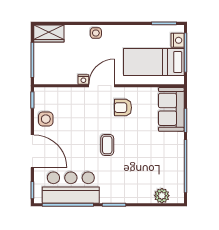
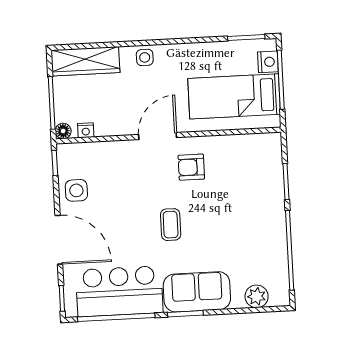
wardrobe: (49, 33) -> (85, 61), width x1.50
floor lamp: (39, 79) -> (63, 131), added
nightstand: (83, 79) -> (86, 130), moved
sofa: (171, 109) -> (197, 292), moved, turned 90

